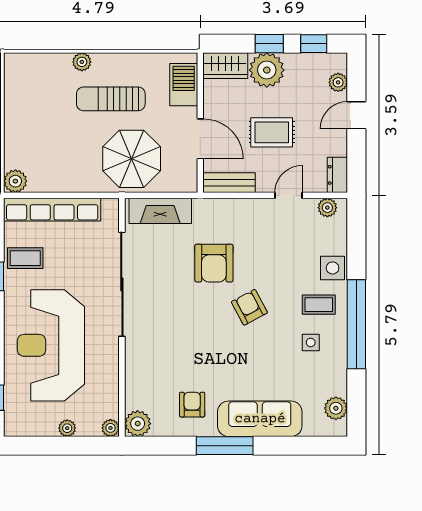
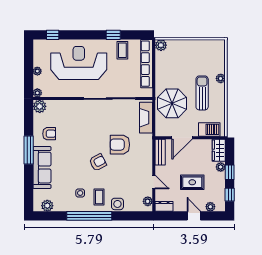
plant: (267, 70) -> (221, 167), width x0.53, depth x0.53
rug: (272, 132) -> (192, 182), moved, turned 90

